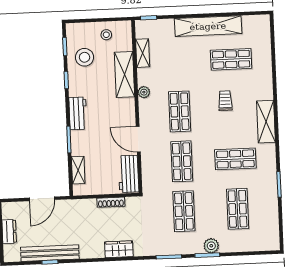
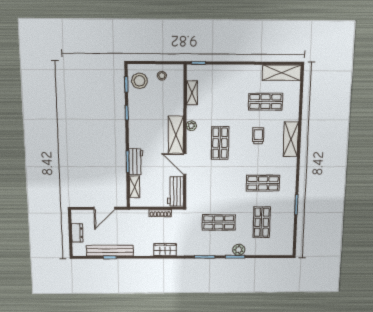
shelving: (208, 26) -> (282, 73), moved, width x0.68
stool: (85, 57) -> (140, 81), moved
shelving: (125, 75) -> (176, 135), moved
workbench: (78, 113) -> (136, 162), moved
shelving: (266, 122) -> (291, 139), moved
shop shelf: (182, 161) -> (219, 183), removed
shop shelf: (184, 211) -> (219, 222), turned 90

